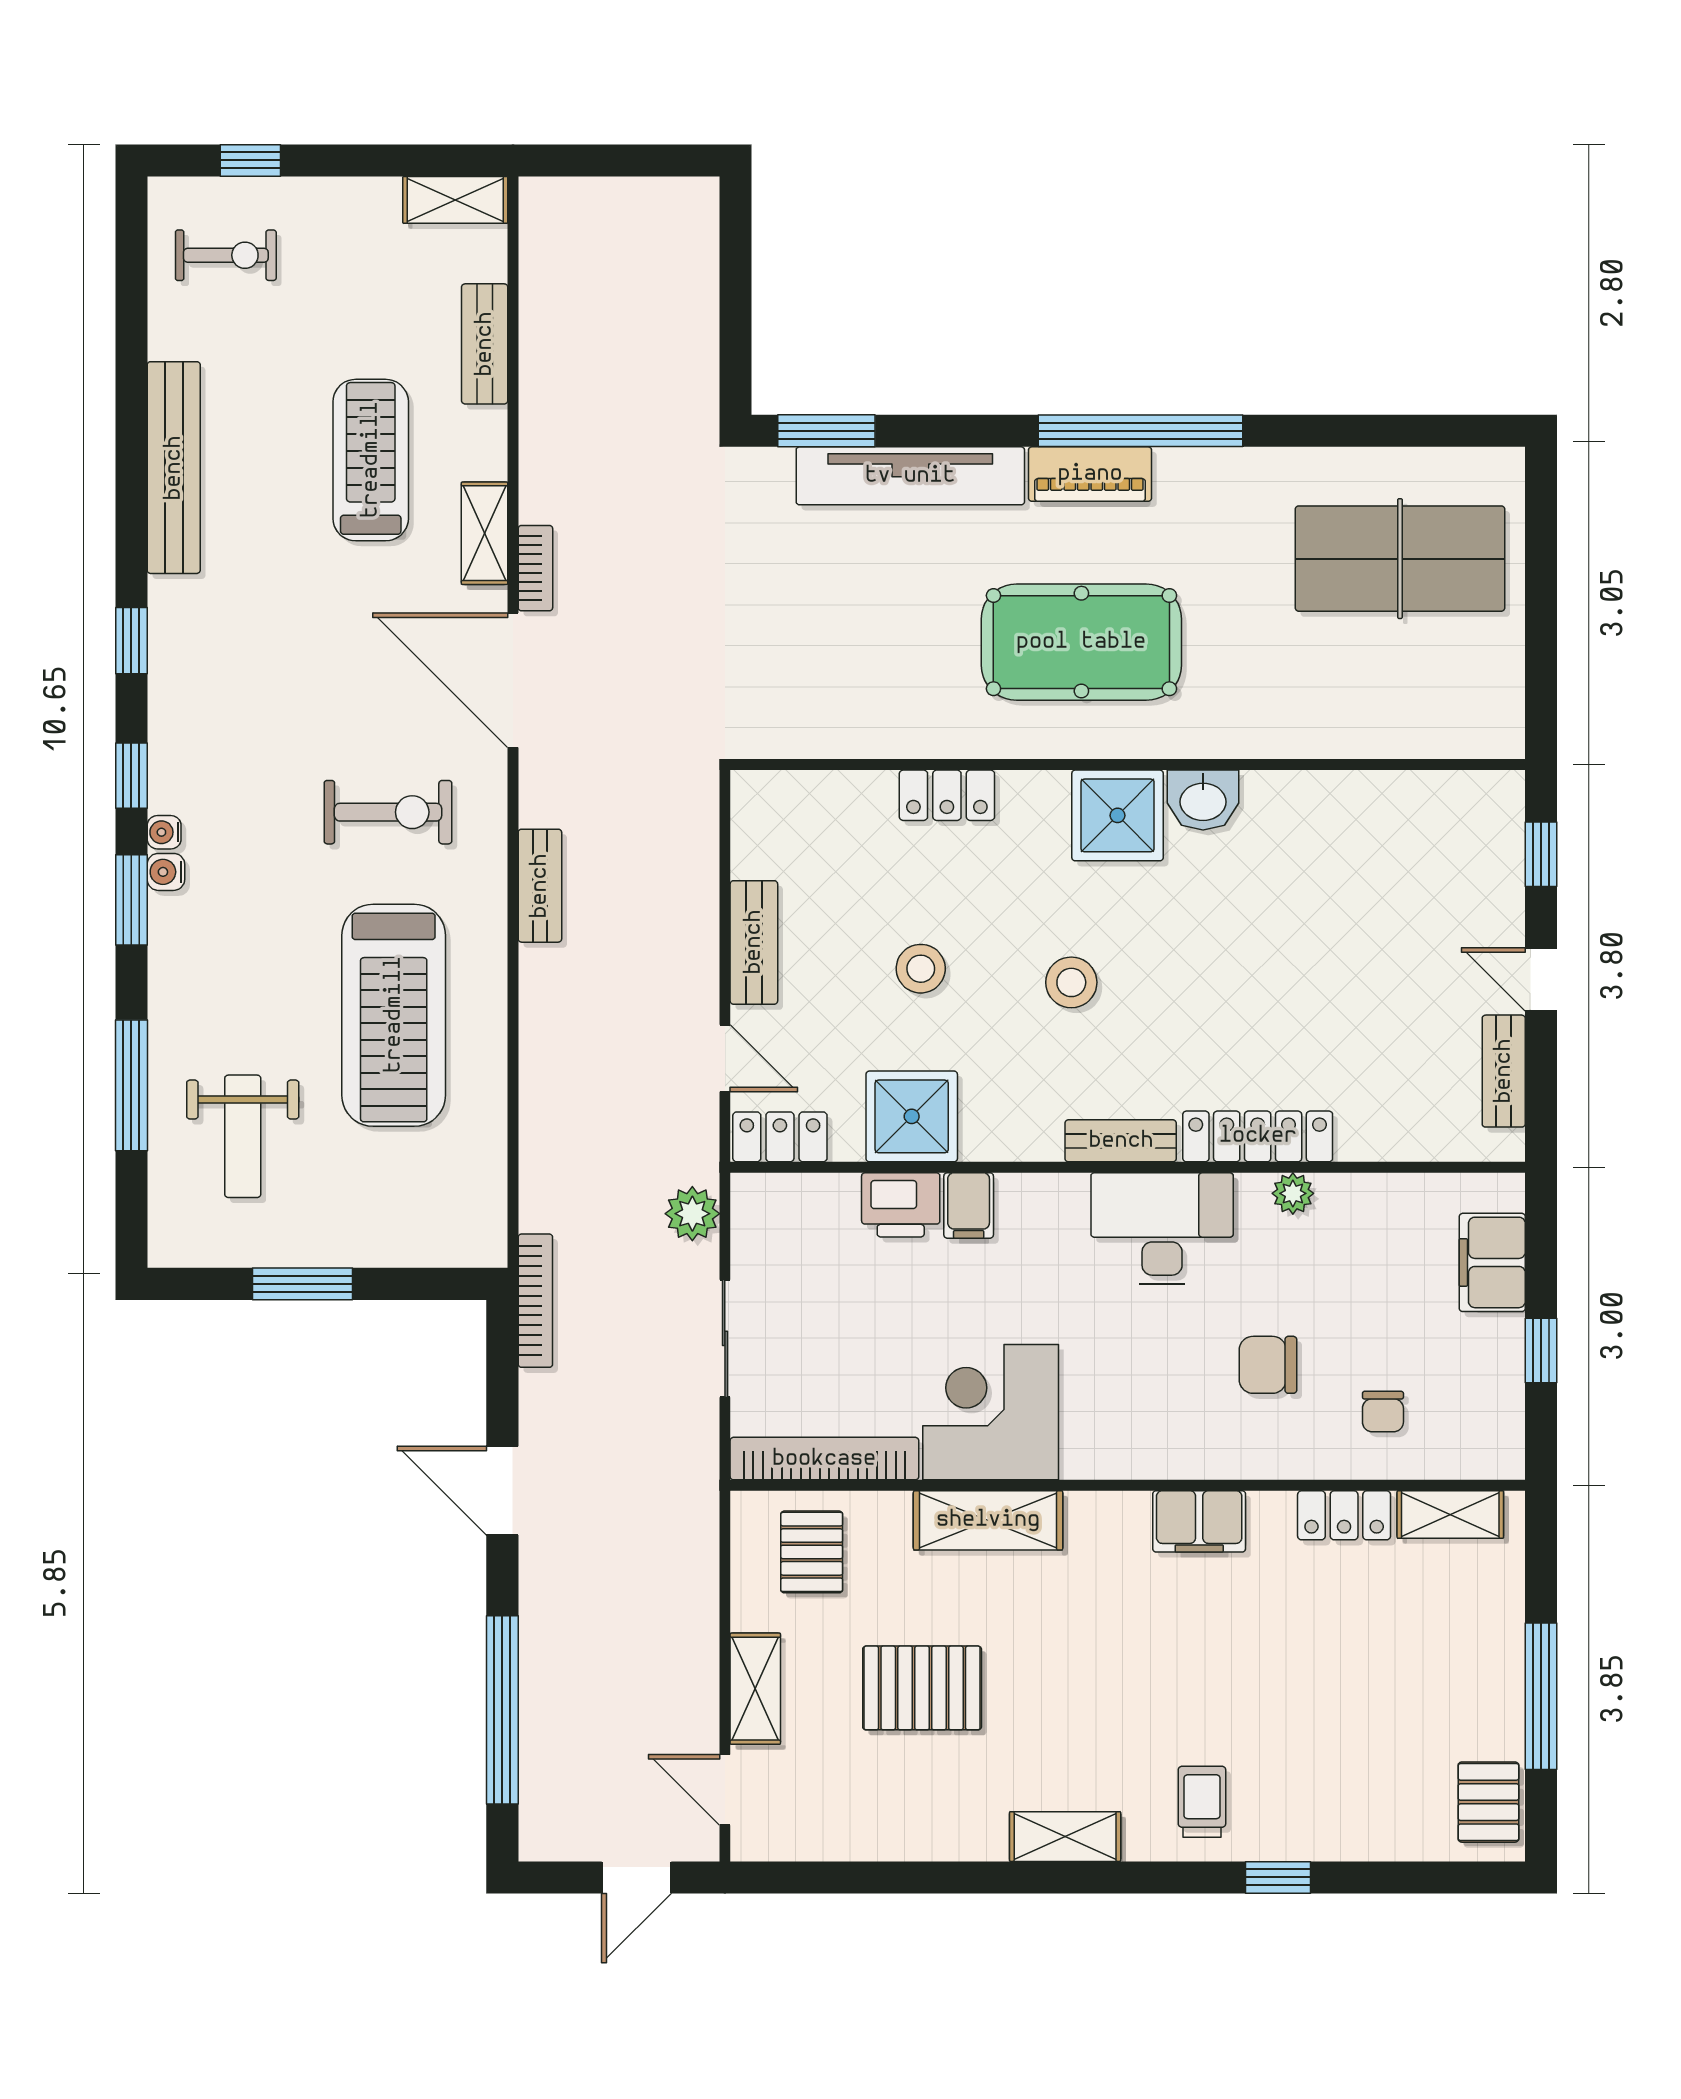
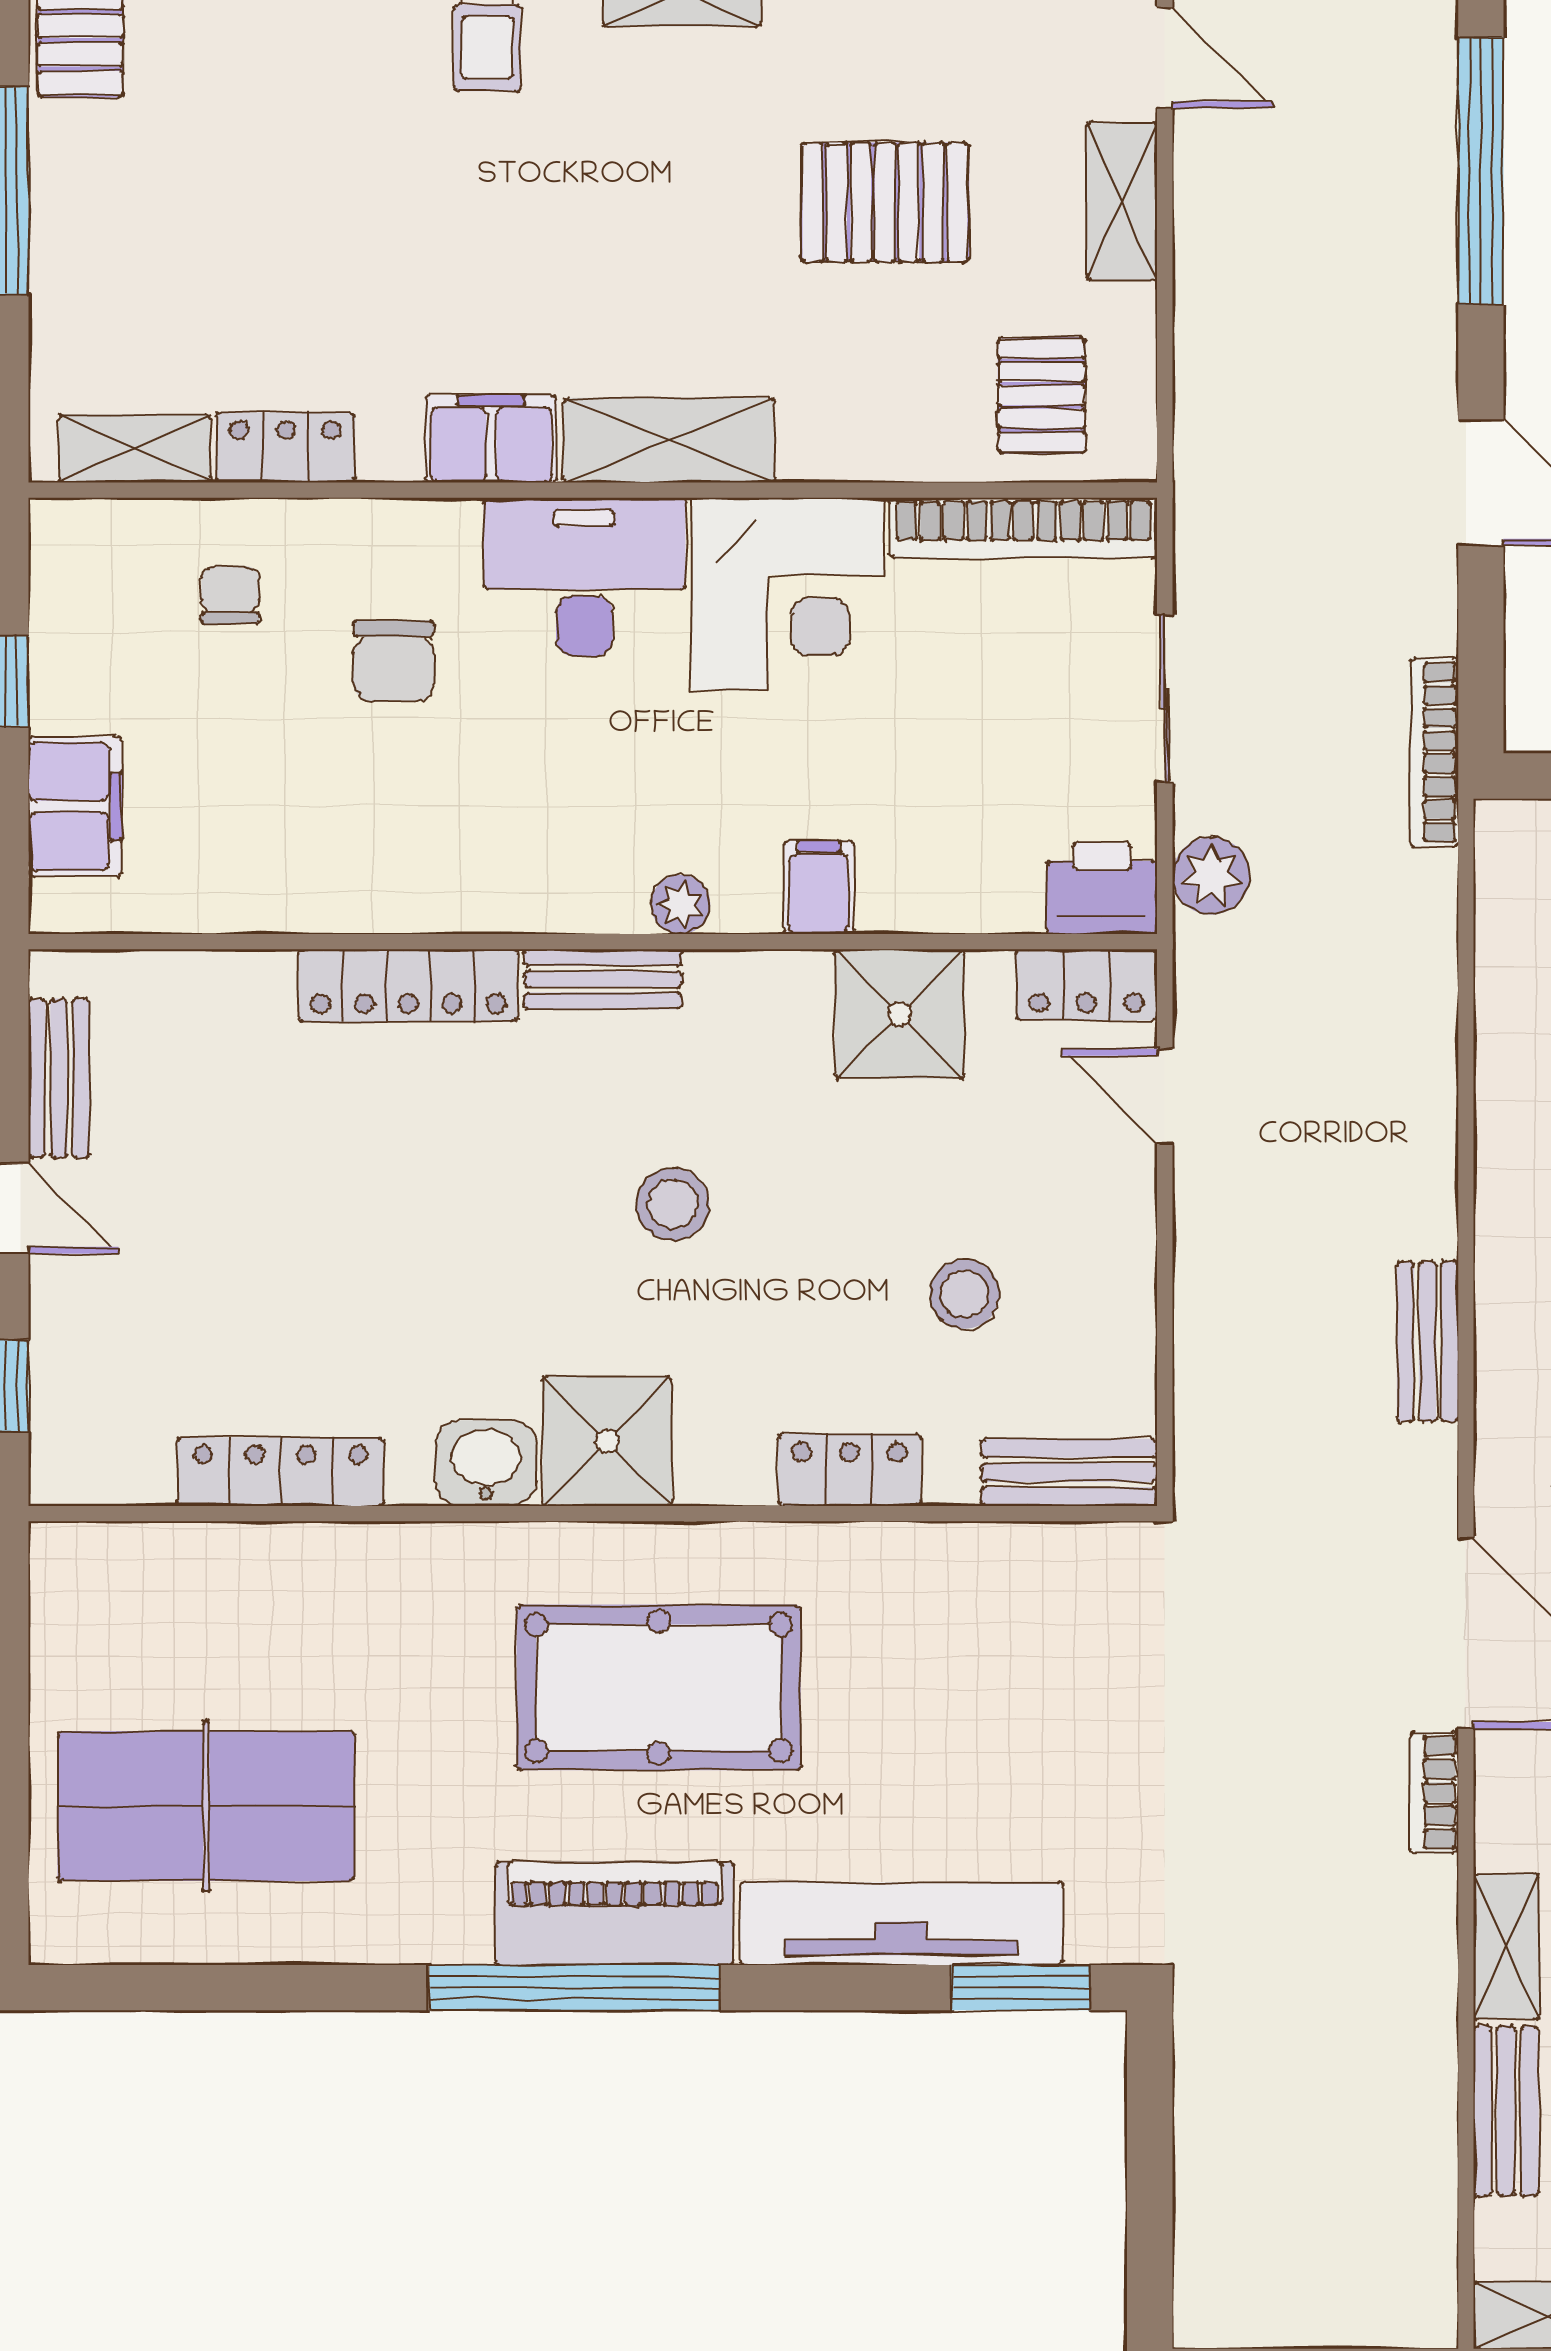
piano: (1090, 474) -> (614, 1913), width x1.37, depth x1.33
shelving: (485, 533) -> (1506, 1947), moved
locker: (1348, 794) -> (281, 1472), added
bench: (754, 942) -> (1069, 1472), moved, turned 90
stool: (921, 969) -> (965, 1294), moved
plant: (1293, 1193) -> (681, 904), moved
printer: (901, 1205) -> (1102, 888), moved
desk: (1162, 1228) -> (584, 577), moved, turned 180
chair: (1268, 1365) -> (394, 661), turned 90
shelving: (988, 1520) -> (669, 440), moved

